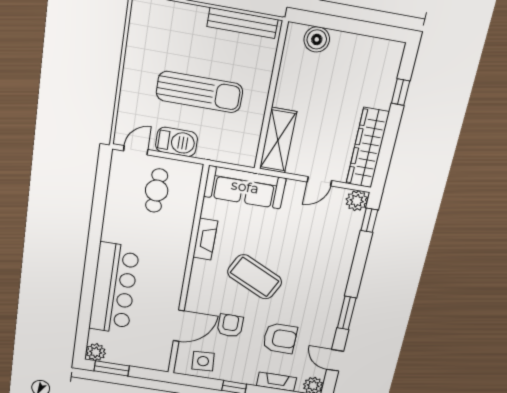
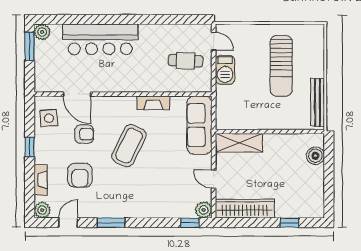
sun lounger: (199, 92) -> (281, 66), moved

